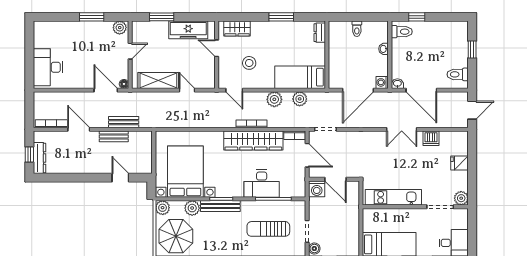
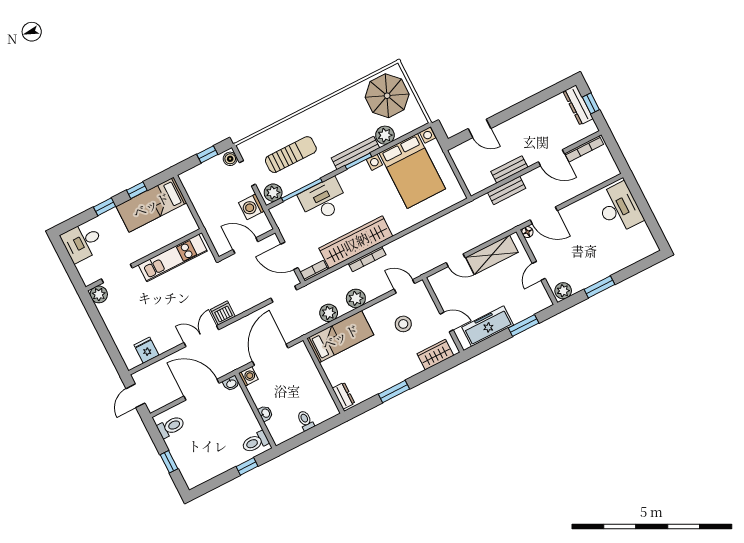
dishwasher: (431, 138) -> (223, 313), moved
fridge: (460, 163) -> (146, 350), moved, turned -90
washing machine: (317, 189) -> (251, 207), moved, turned -90
plant: (163, 208) -> (273, 193), moved

